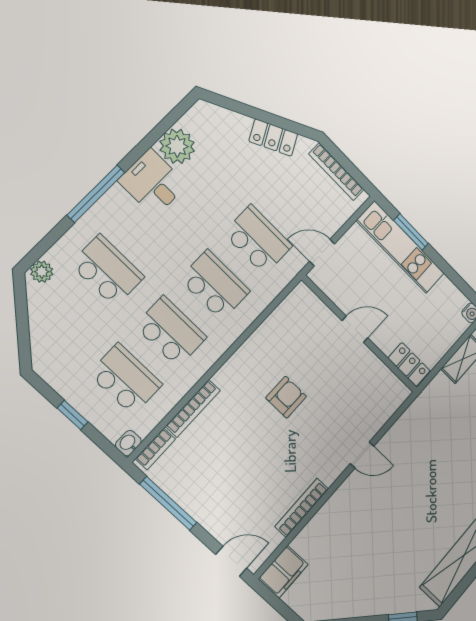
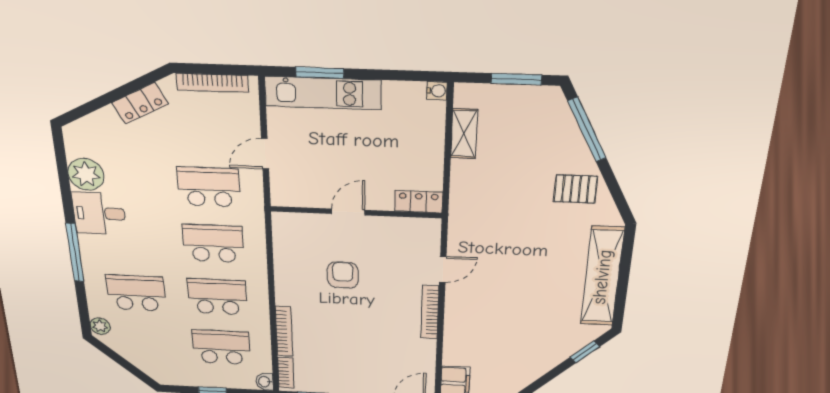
door: (355, 329) -> (348, 212), moved
wall: (360, 334) -> (356, 212), moved
locker: (409, 365) -> (419, 202), moved
bookcase: (302, 508) -> (430, 312), moved

